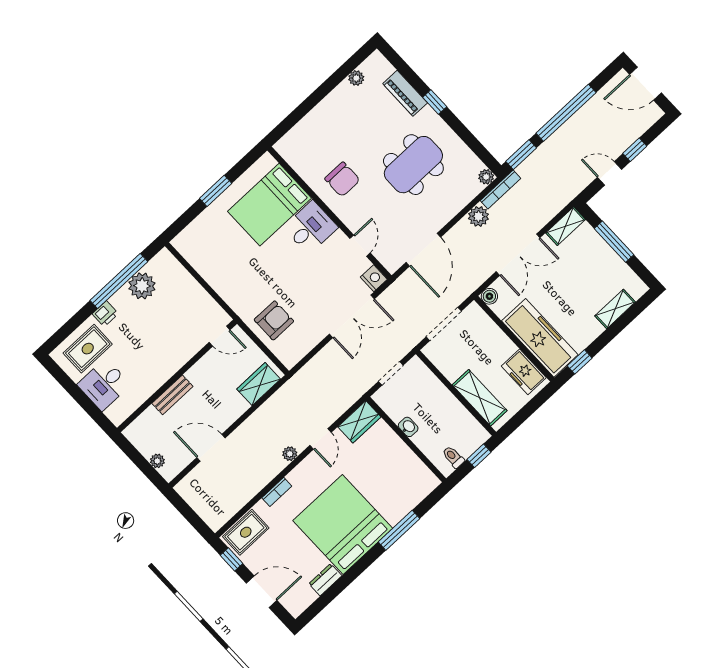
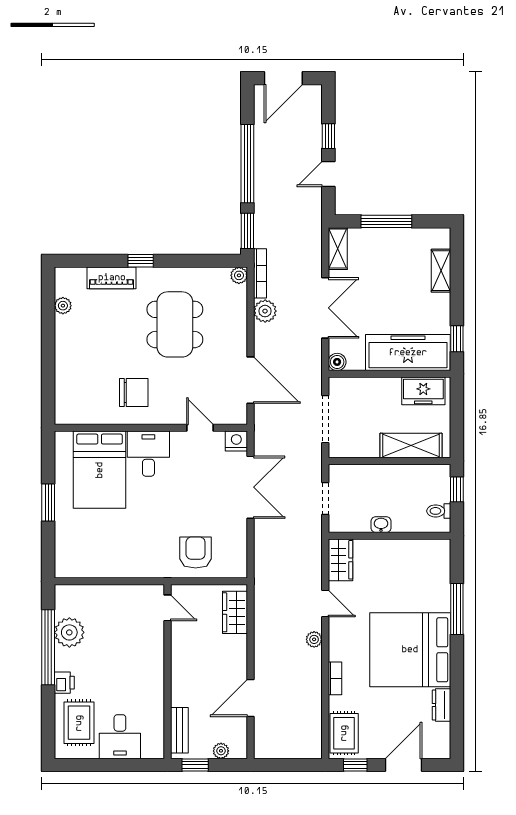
door: (220, 336) -> (168, 608), hinge flipped
bench: (172, 395) -> (179, 730), moved
window: (132, 452) -> (195, 765), added

